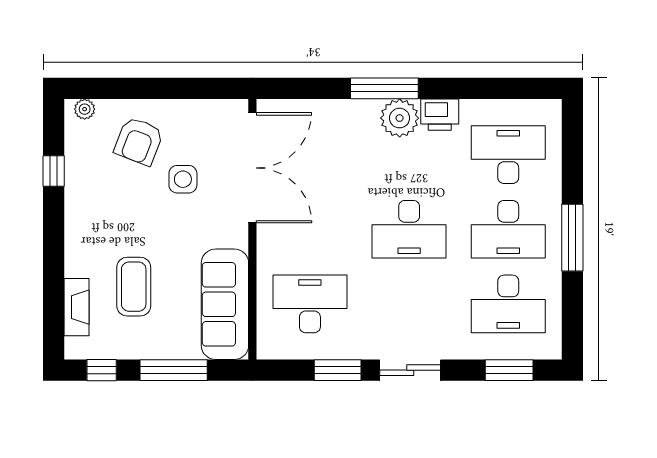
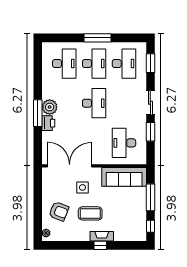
printer: (440, 115) -> (48, 123), moved
desk: (508, 155) -> (64, 64), turned 180
window: (54, 171) -> (100, 245), moved
side table: (183, 179) -> (82, 187), moved
coffee table: (134, 287) -> (90, 213), moved
fireplace: (76, 307) -> (102, 236), moved

